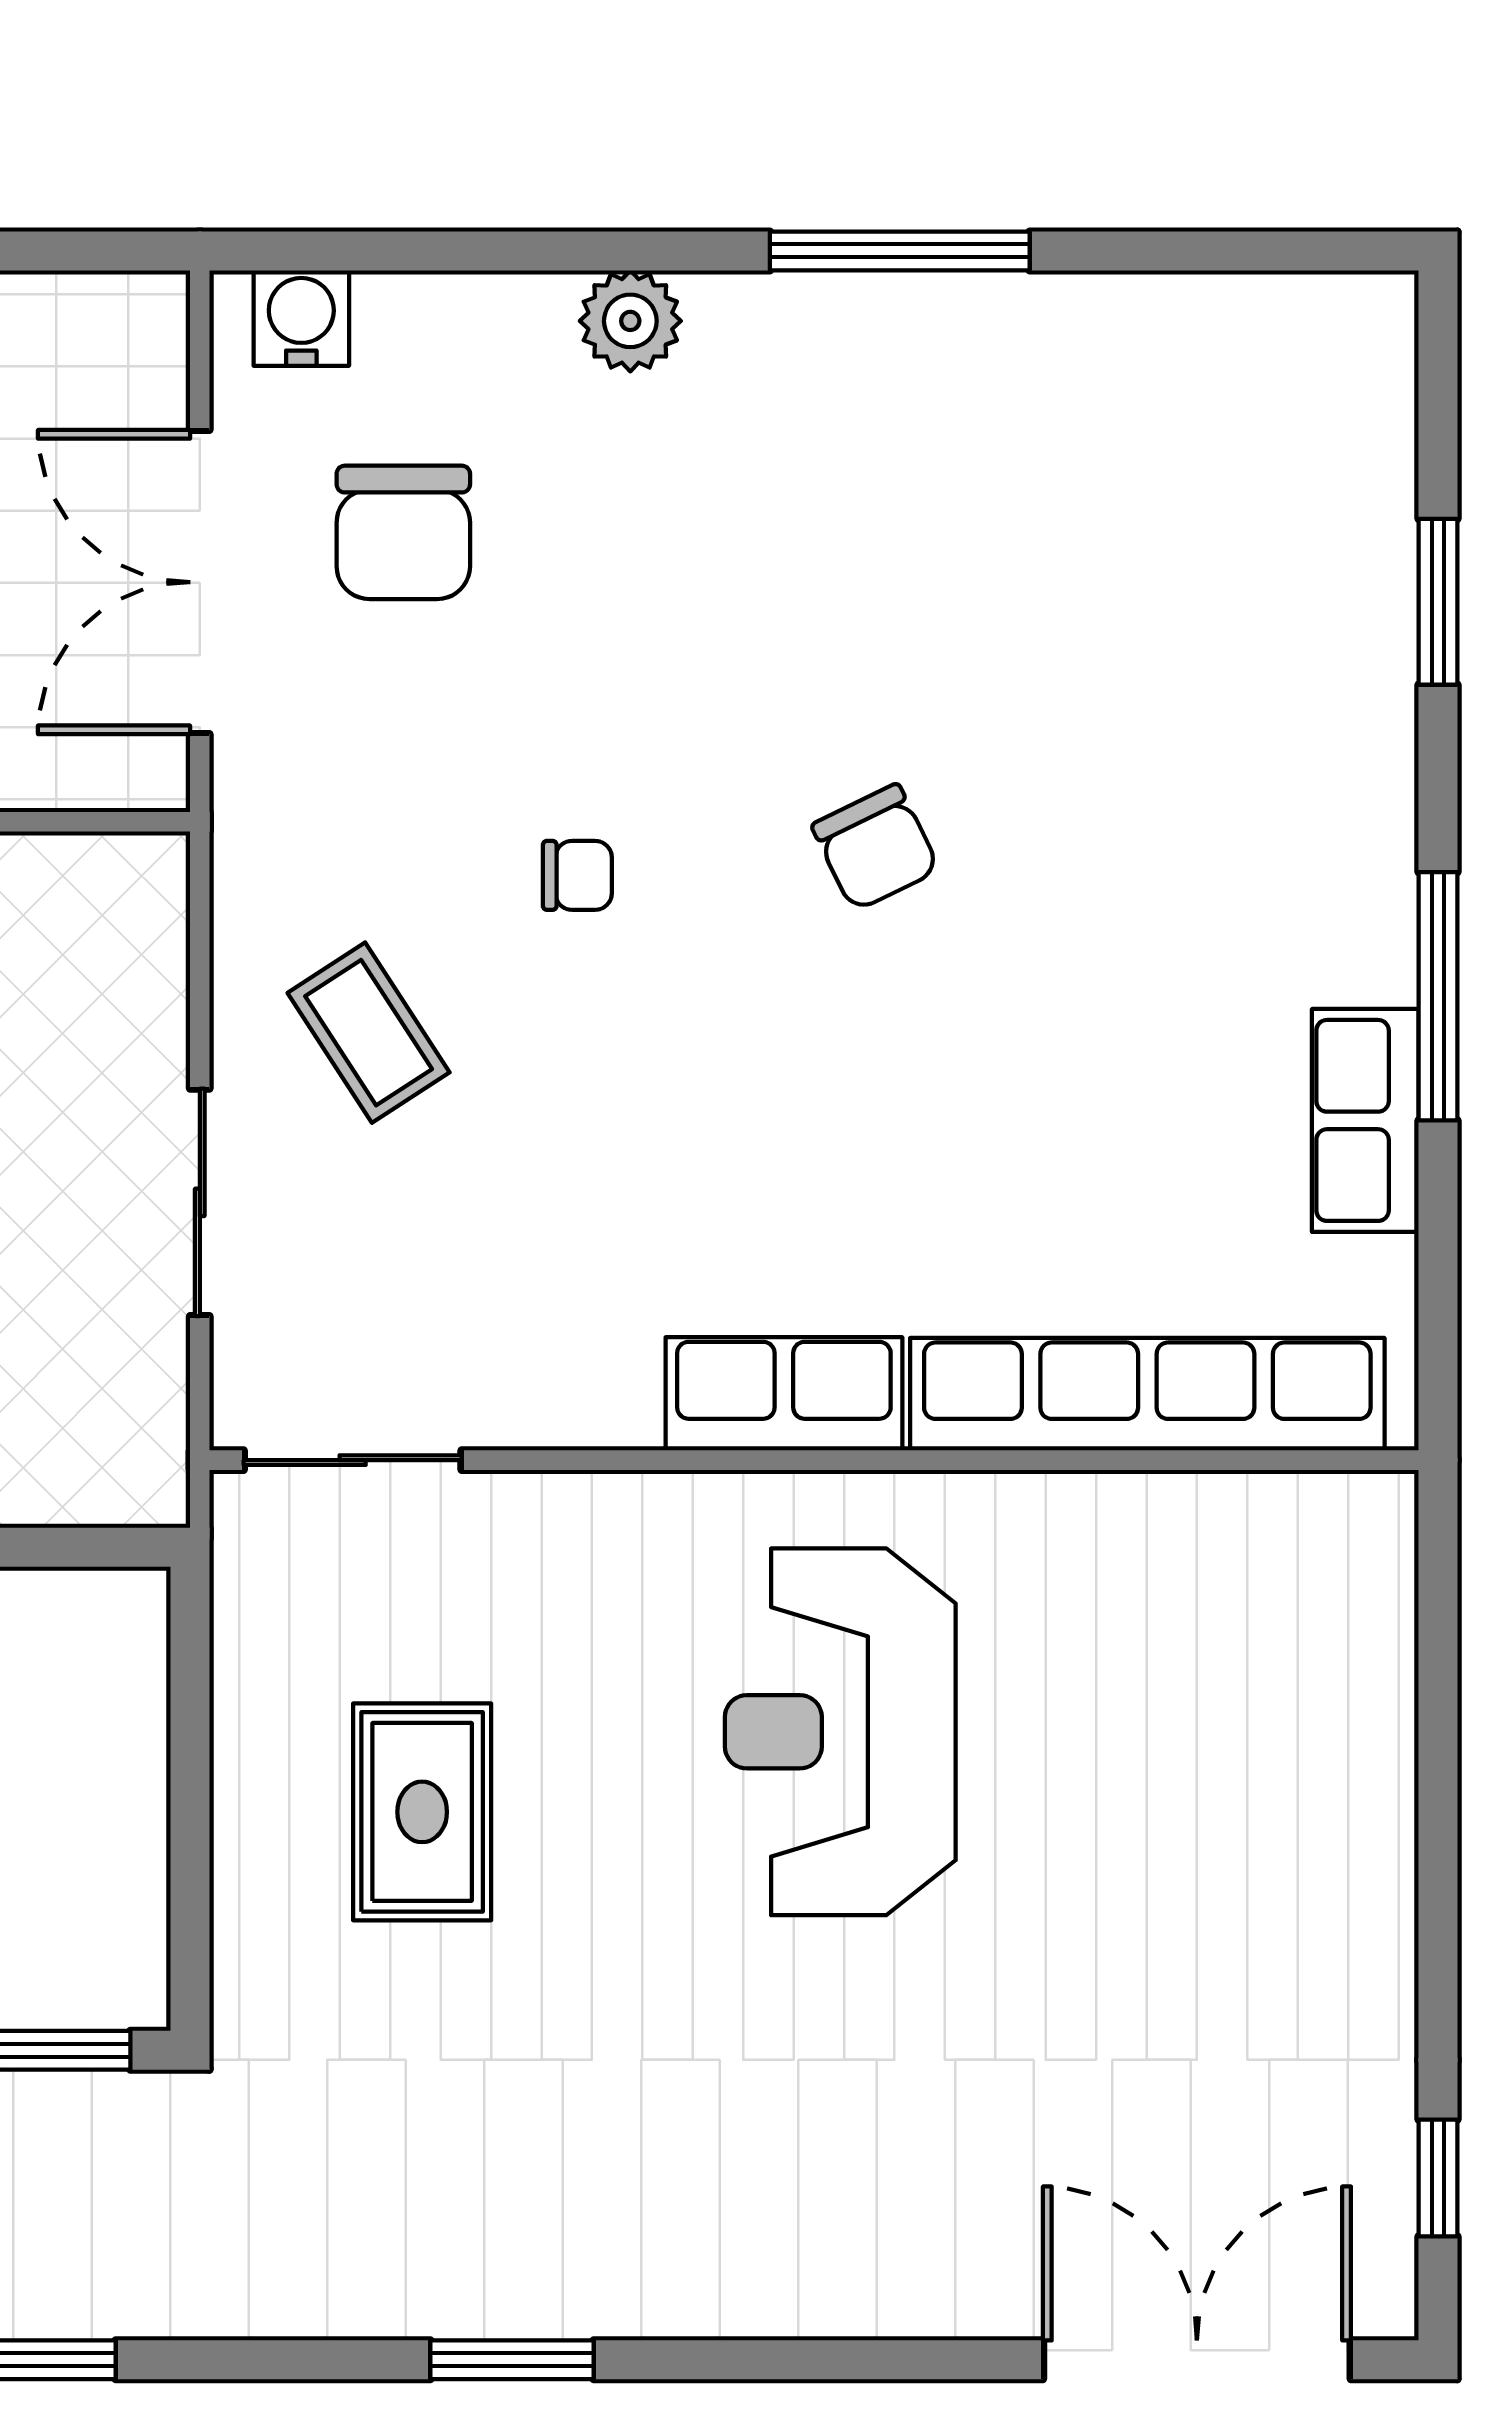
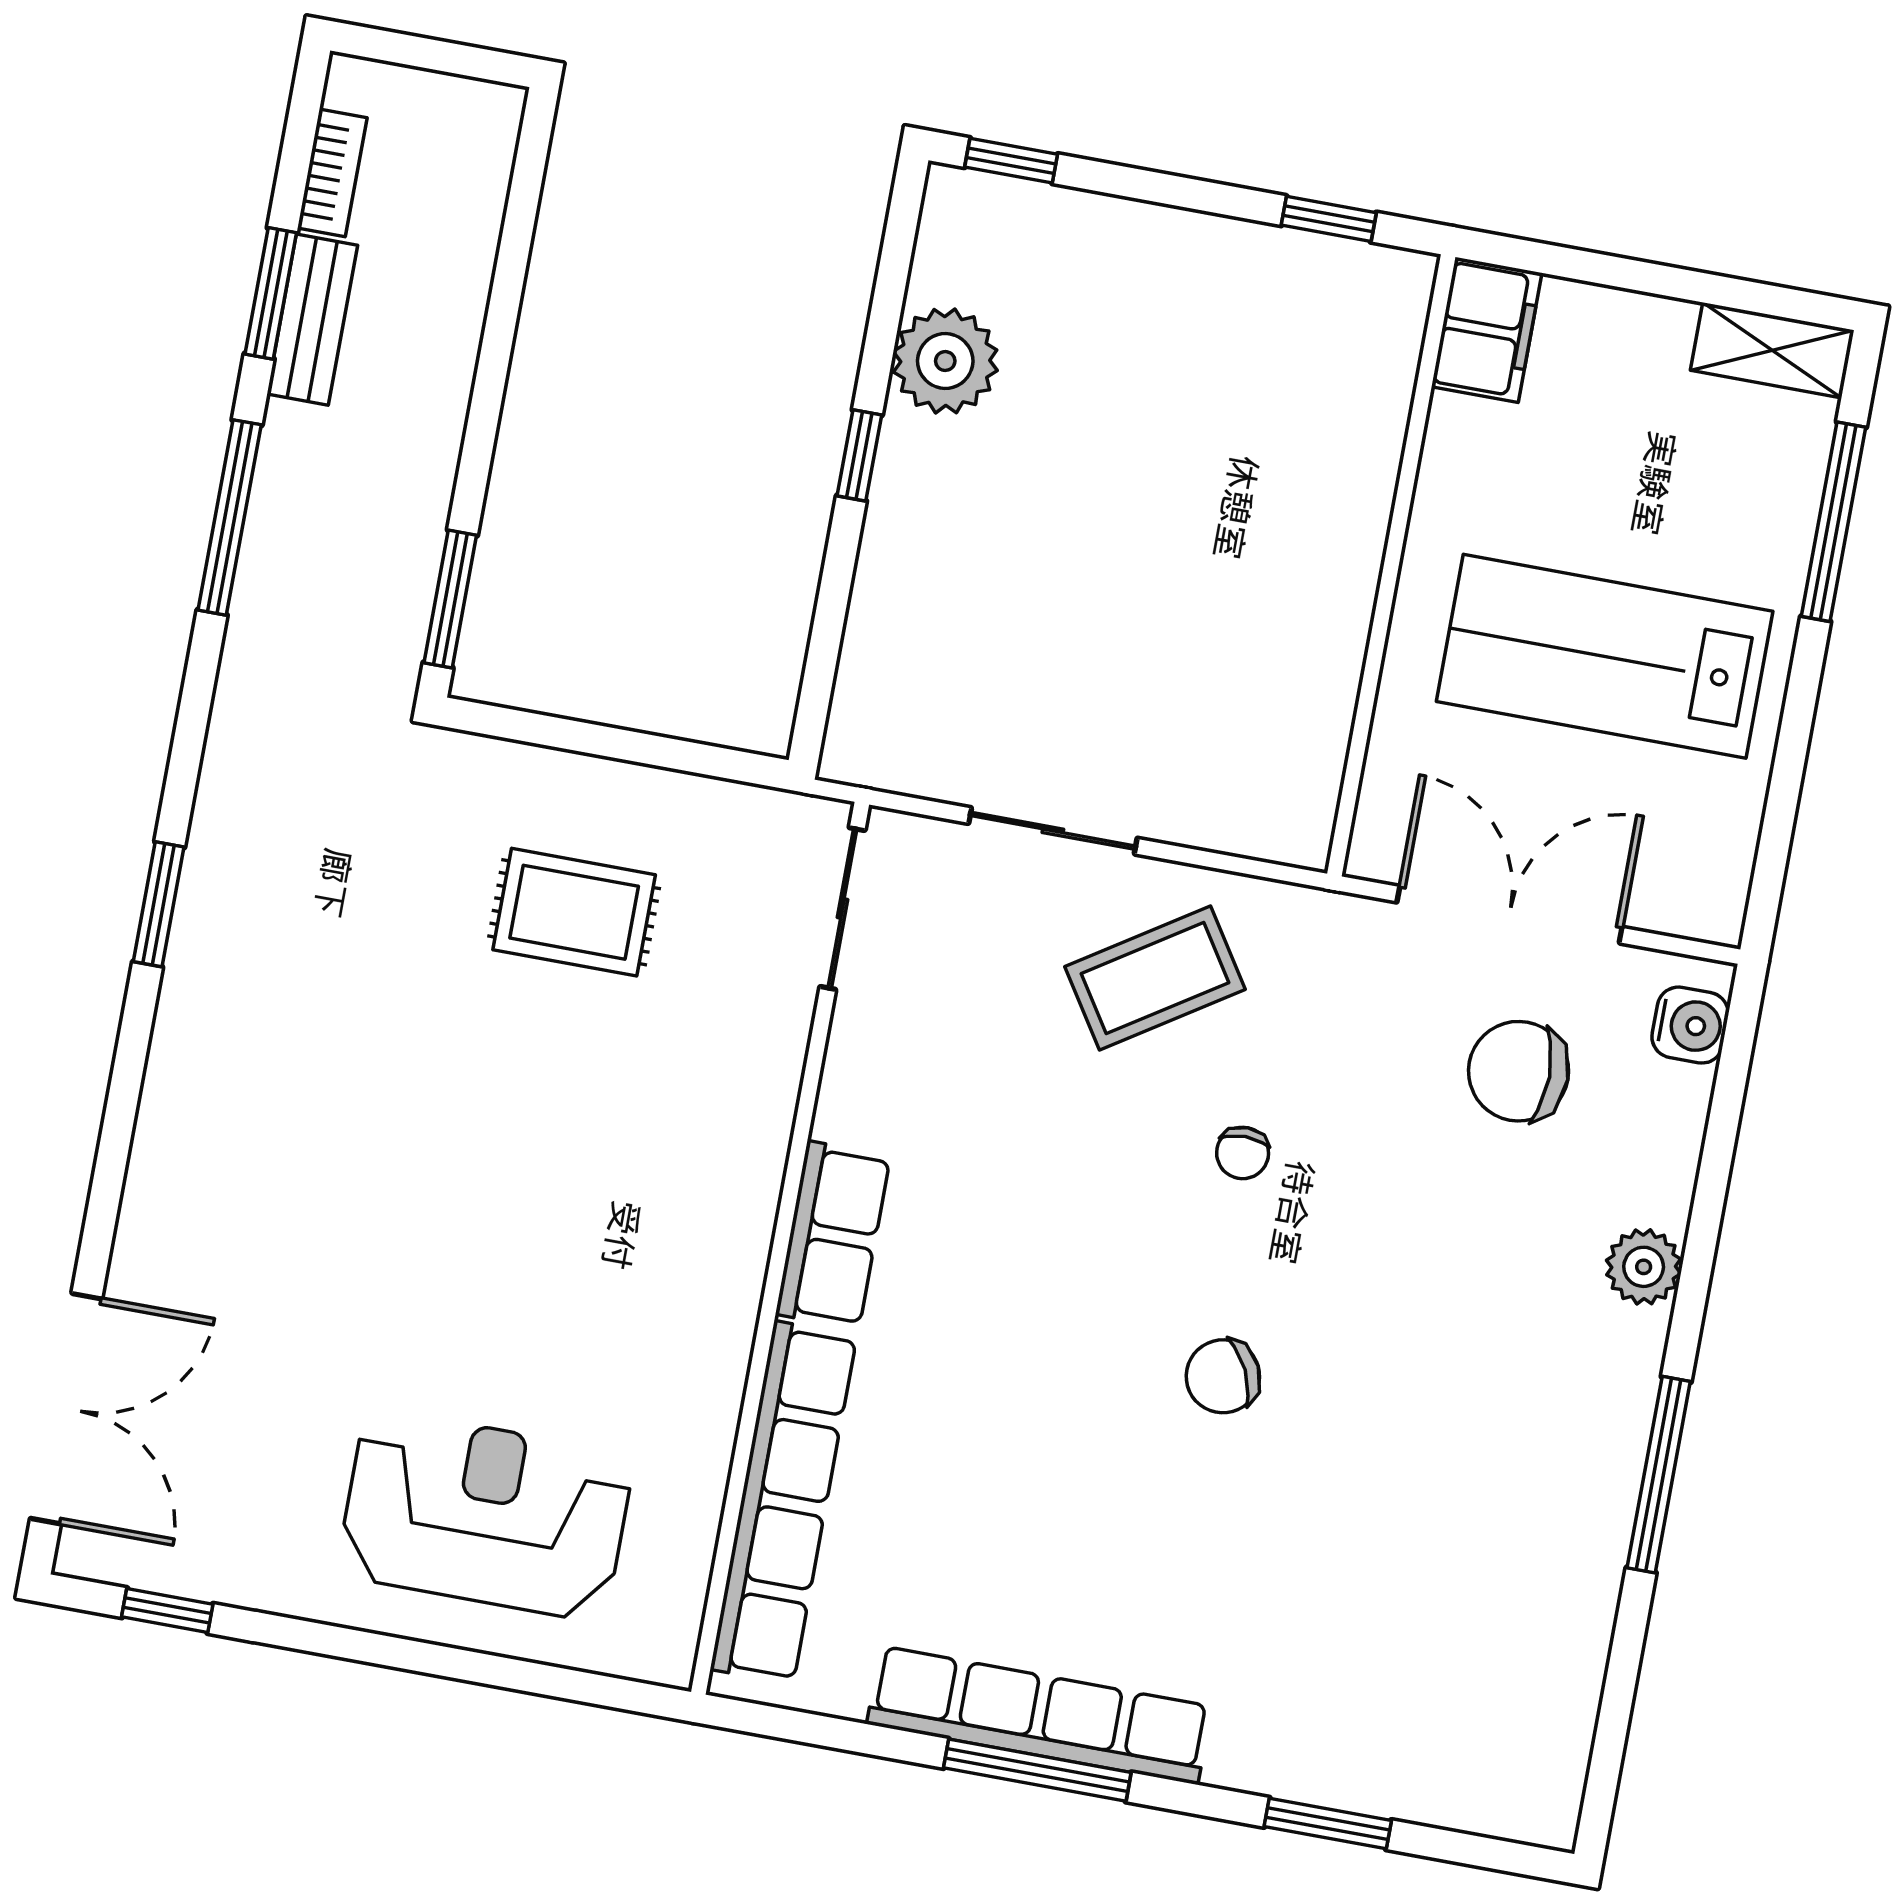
coffee table: (369, 1033) -> (1155, 978), width x1.36, depth x1.30
row of seats: (1365, 1120) -> (1039, 1715), width x2.02
reception desk: (840, 1732) -> (485, 1515), moved

